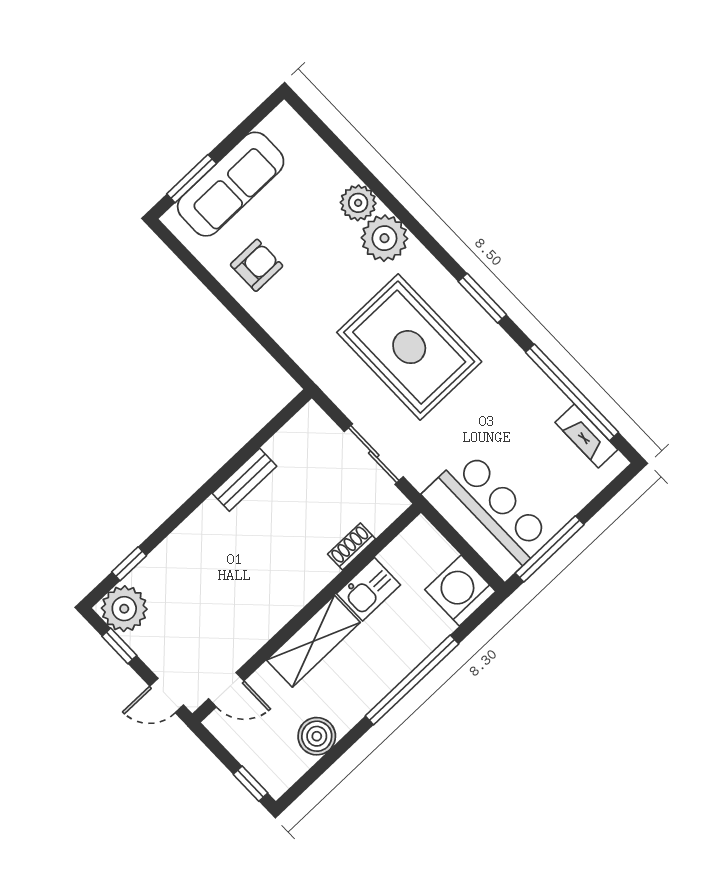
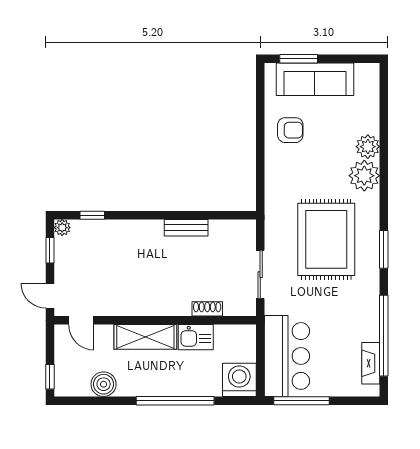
plant: (124, 609) -> (62, 228), width x0.53, depth x0.53

